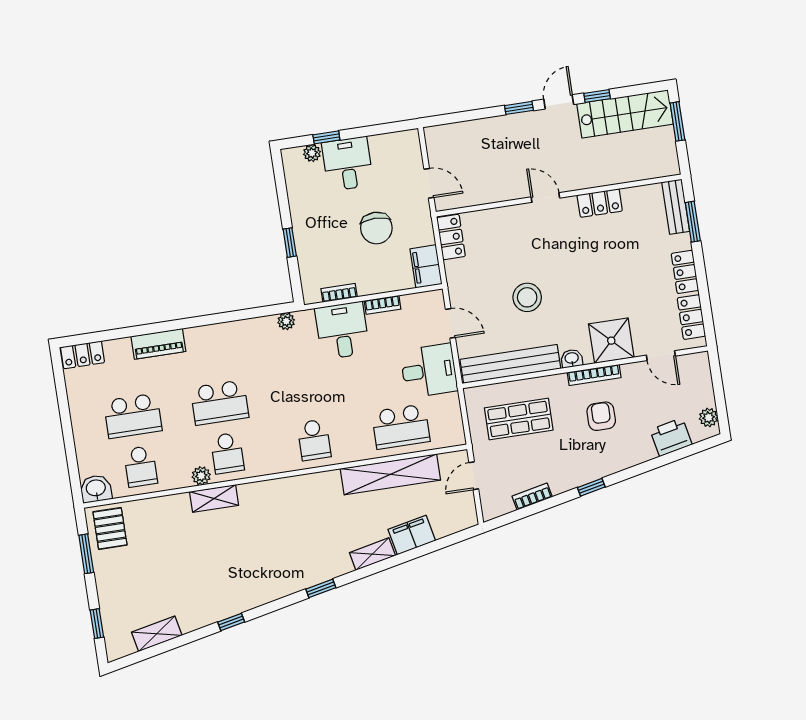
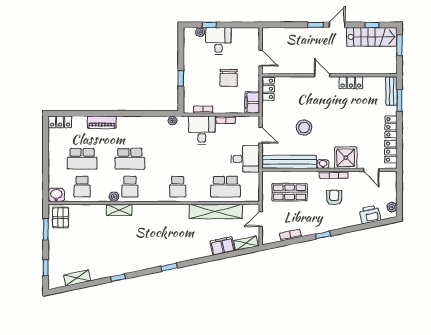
window: (597, 96) -> (372, 25), moved
shelving: (372, 554) -> (246, 243), moved

